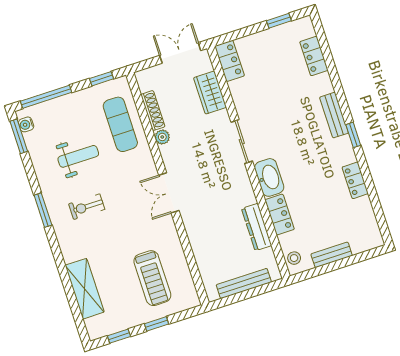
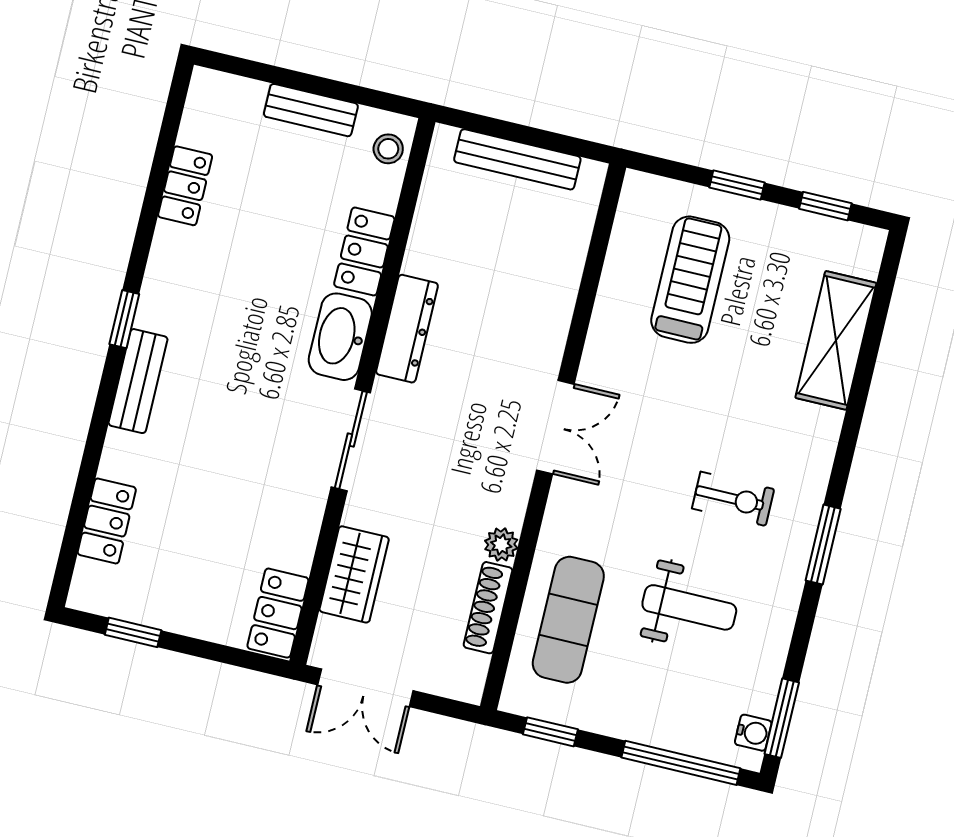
weight bench: (78, 156) -> (689, 607), turned 180
locker: (355, 180) -> (185, 186), moved
dresser: (257, 227) -> (407, 329), moved

